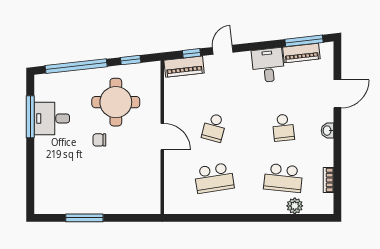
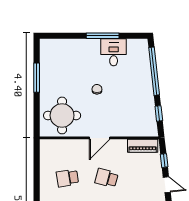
piano: (184, 67) -> (143, 146), moved, turned -84
round table: (116, 102) -> (62, 115), moved
window: (30, 117) -> (103, 36), moved
school desk: (214, 178) -> (67, 178), width x0.54

